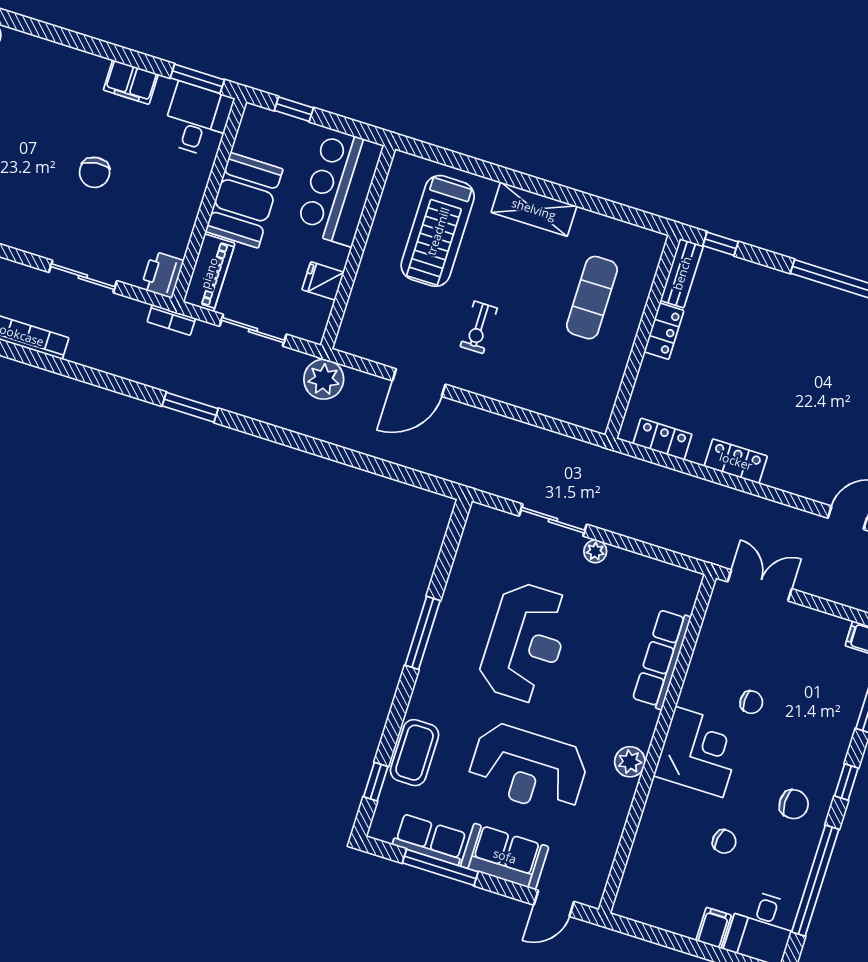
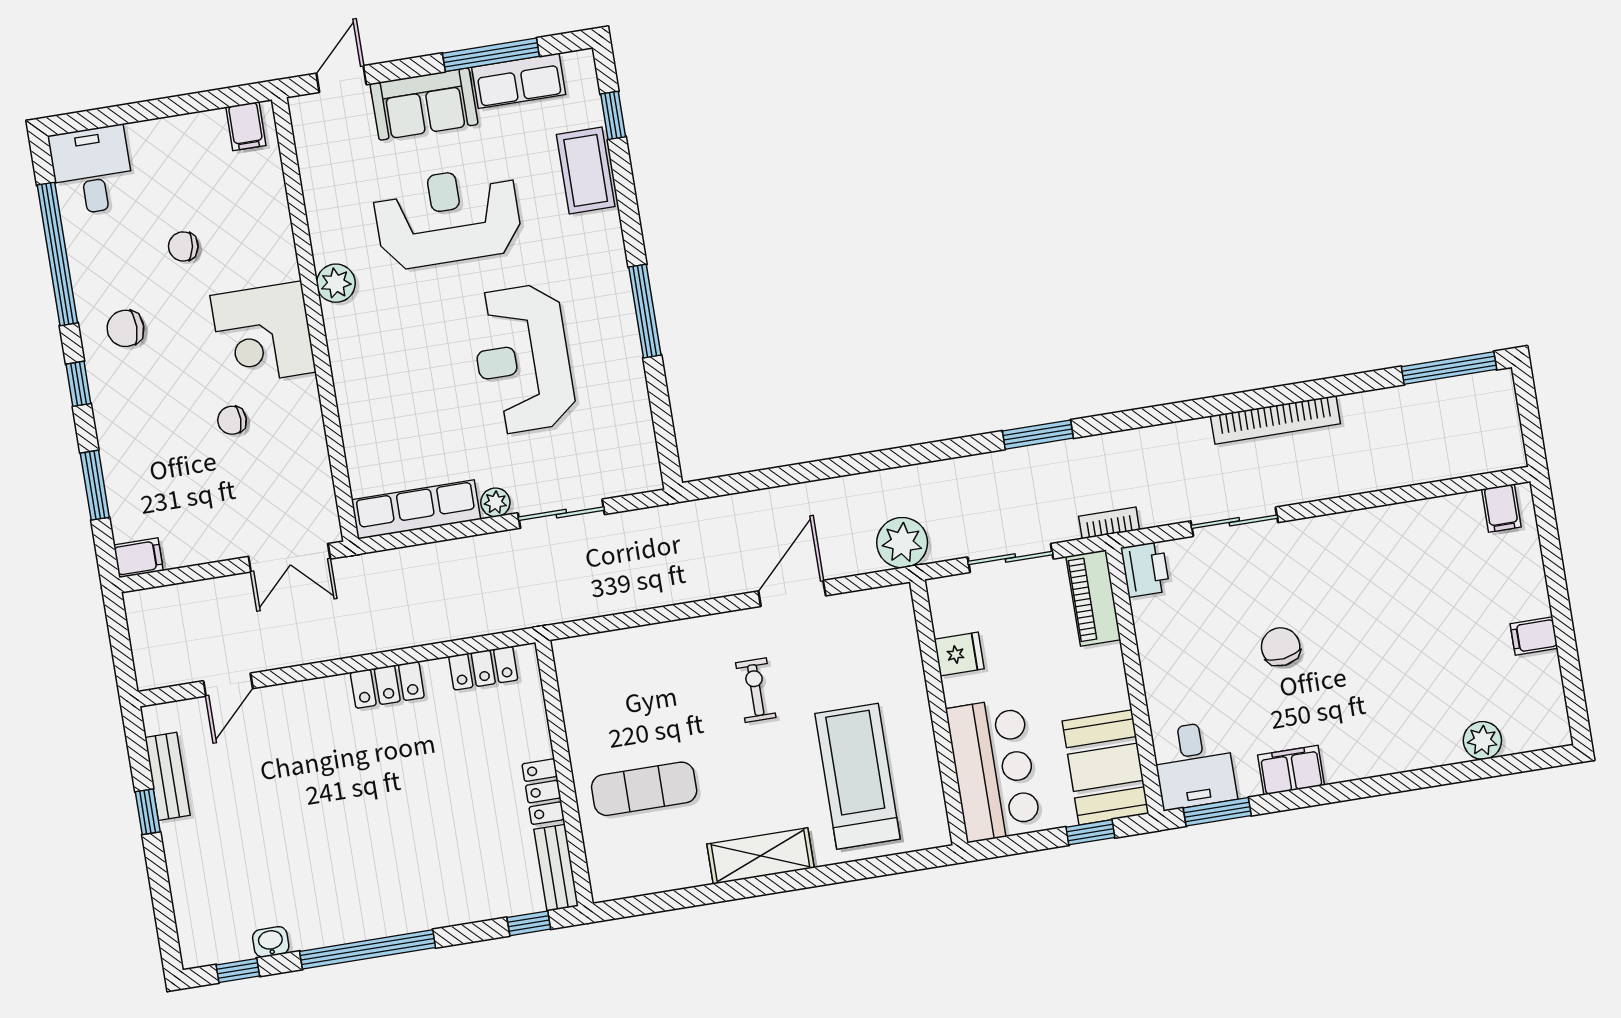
booth: (244, 200) -> (1106, 767), moved
exercise mat: (592, 298) -> (644, 789), turned 90
row of seats: (662, 659) -> (416, 509), moved, turned -90
filing cabinet: (714, 928) -> (246, 126), moved

